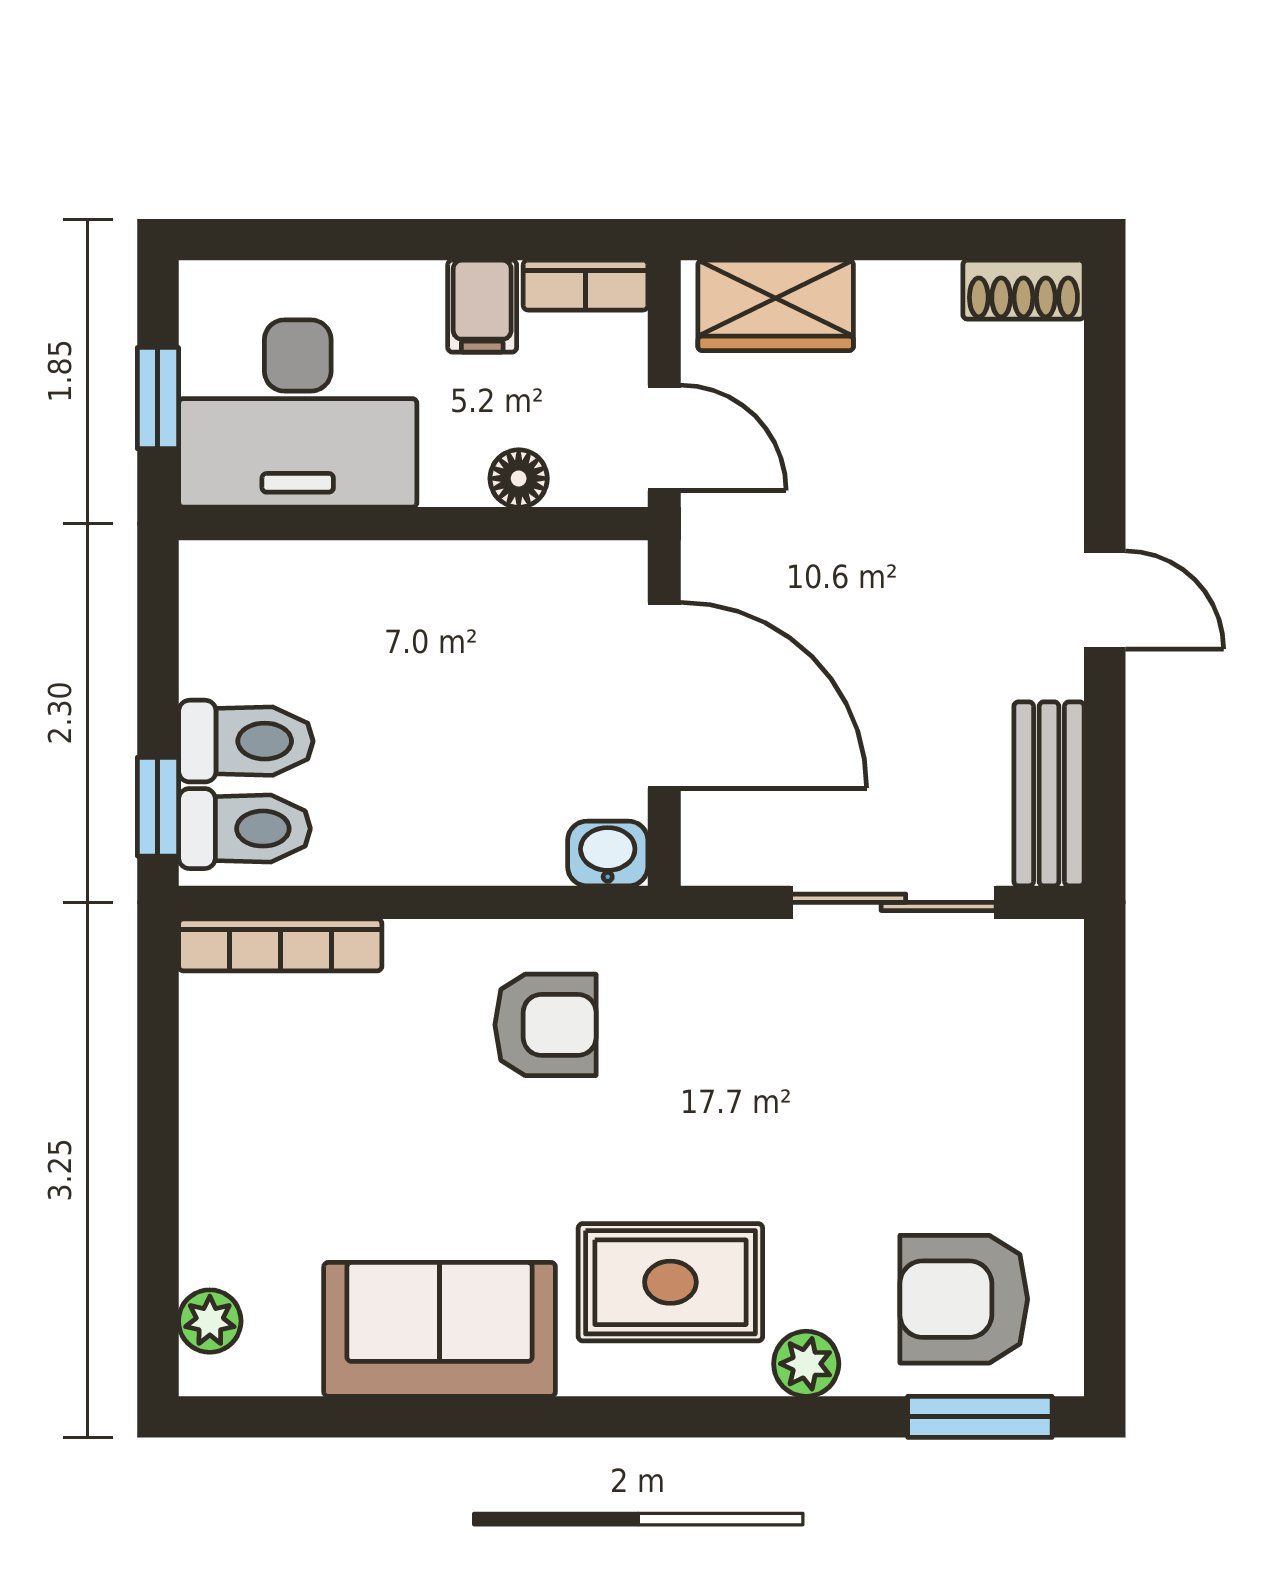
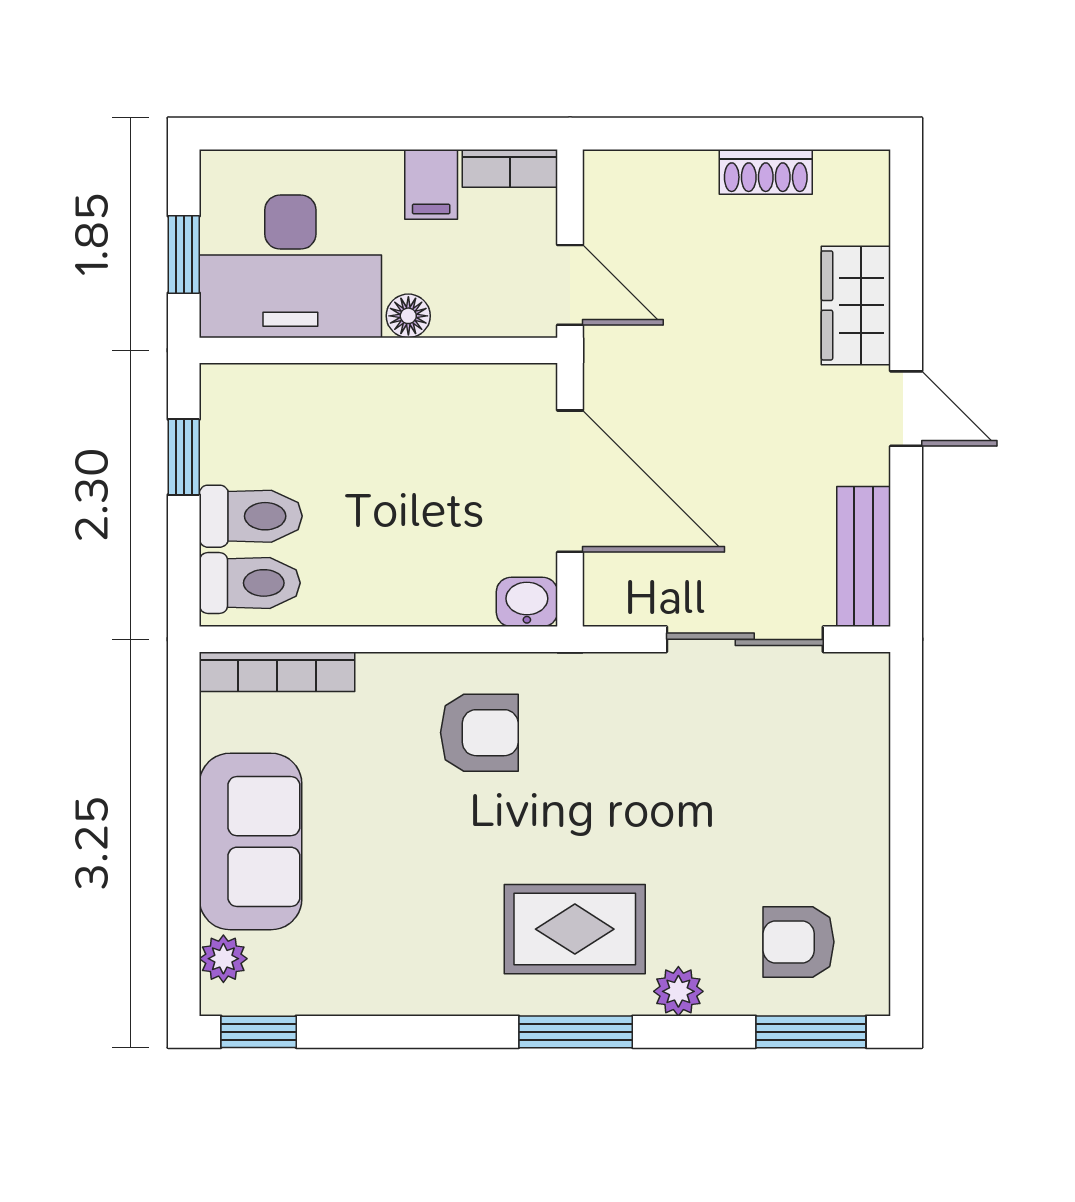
shoe rack: (1023, 290) -> (766, 172), moved
wardrobe: (776, 305) -> (856, 305), moved, turned 90
floor lamp: (519, 478) -> (408, 316), moved
window: (158, 807) -> (184, 457), moved
armchair: (964, 1299) -> (799, 942), width x0.72, depth x0.72
sofa: (440, 1329) -> (251, 841), moved, turned 90
window: (256, 1417) -> (259, 1032), added
window: (672, 1417) -> (576, 1032), added

